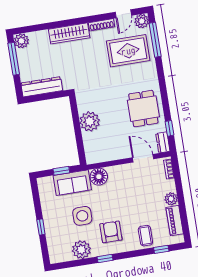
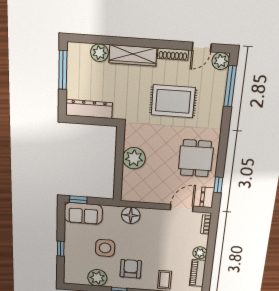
plant: (21, 41) -> (99, 53), moved
rug: (128, 51) -> (173, 101), moved
door: (143, 158) -> (182, 208), hinge flipped
window: (61, 171) -> (78, 200), moved
sofa: (72, 183) -> (83, 213), moved

